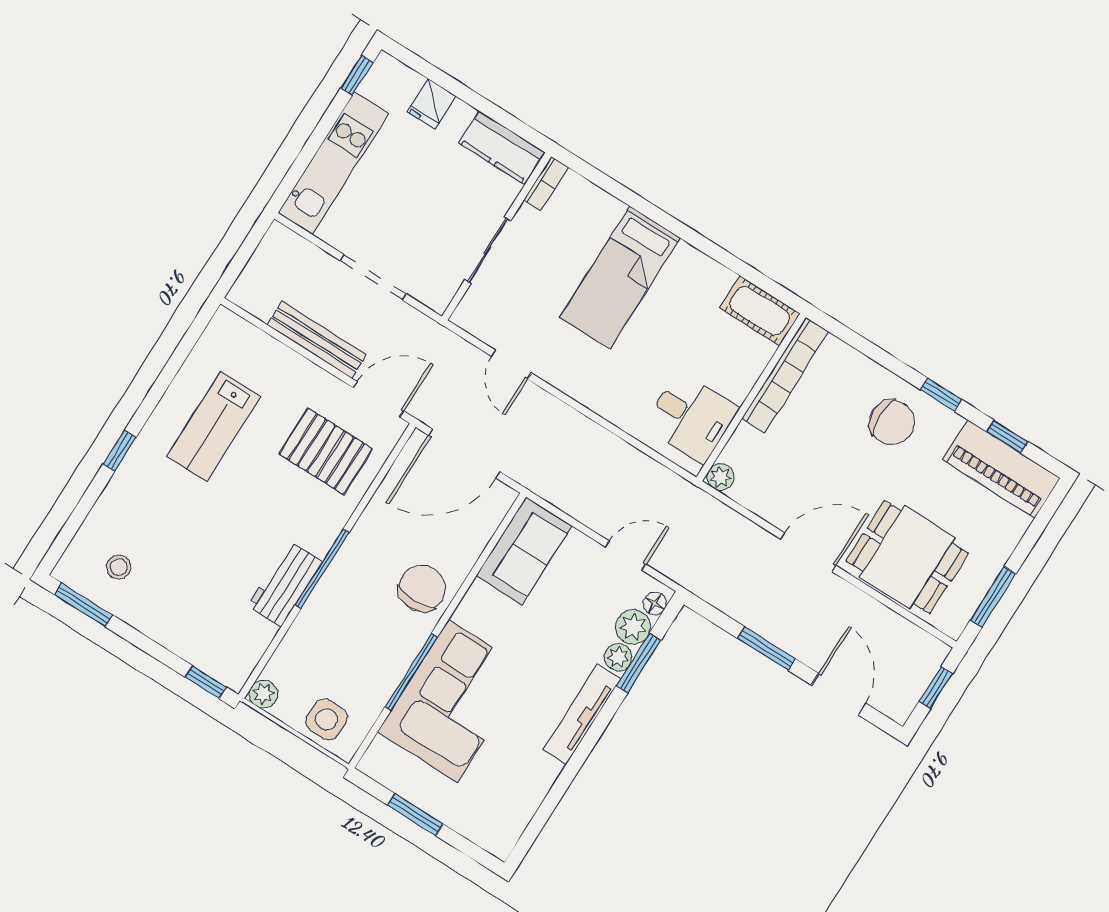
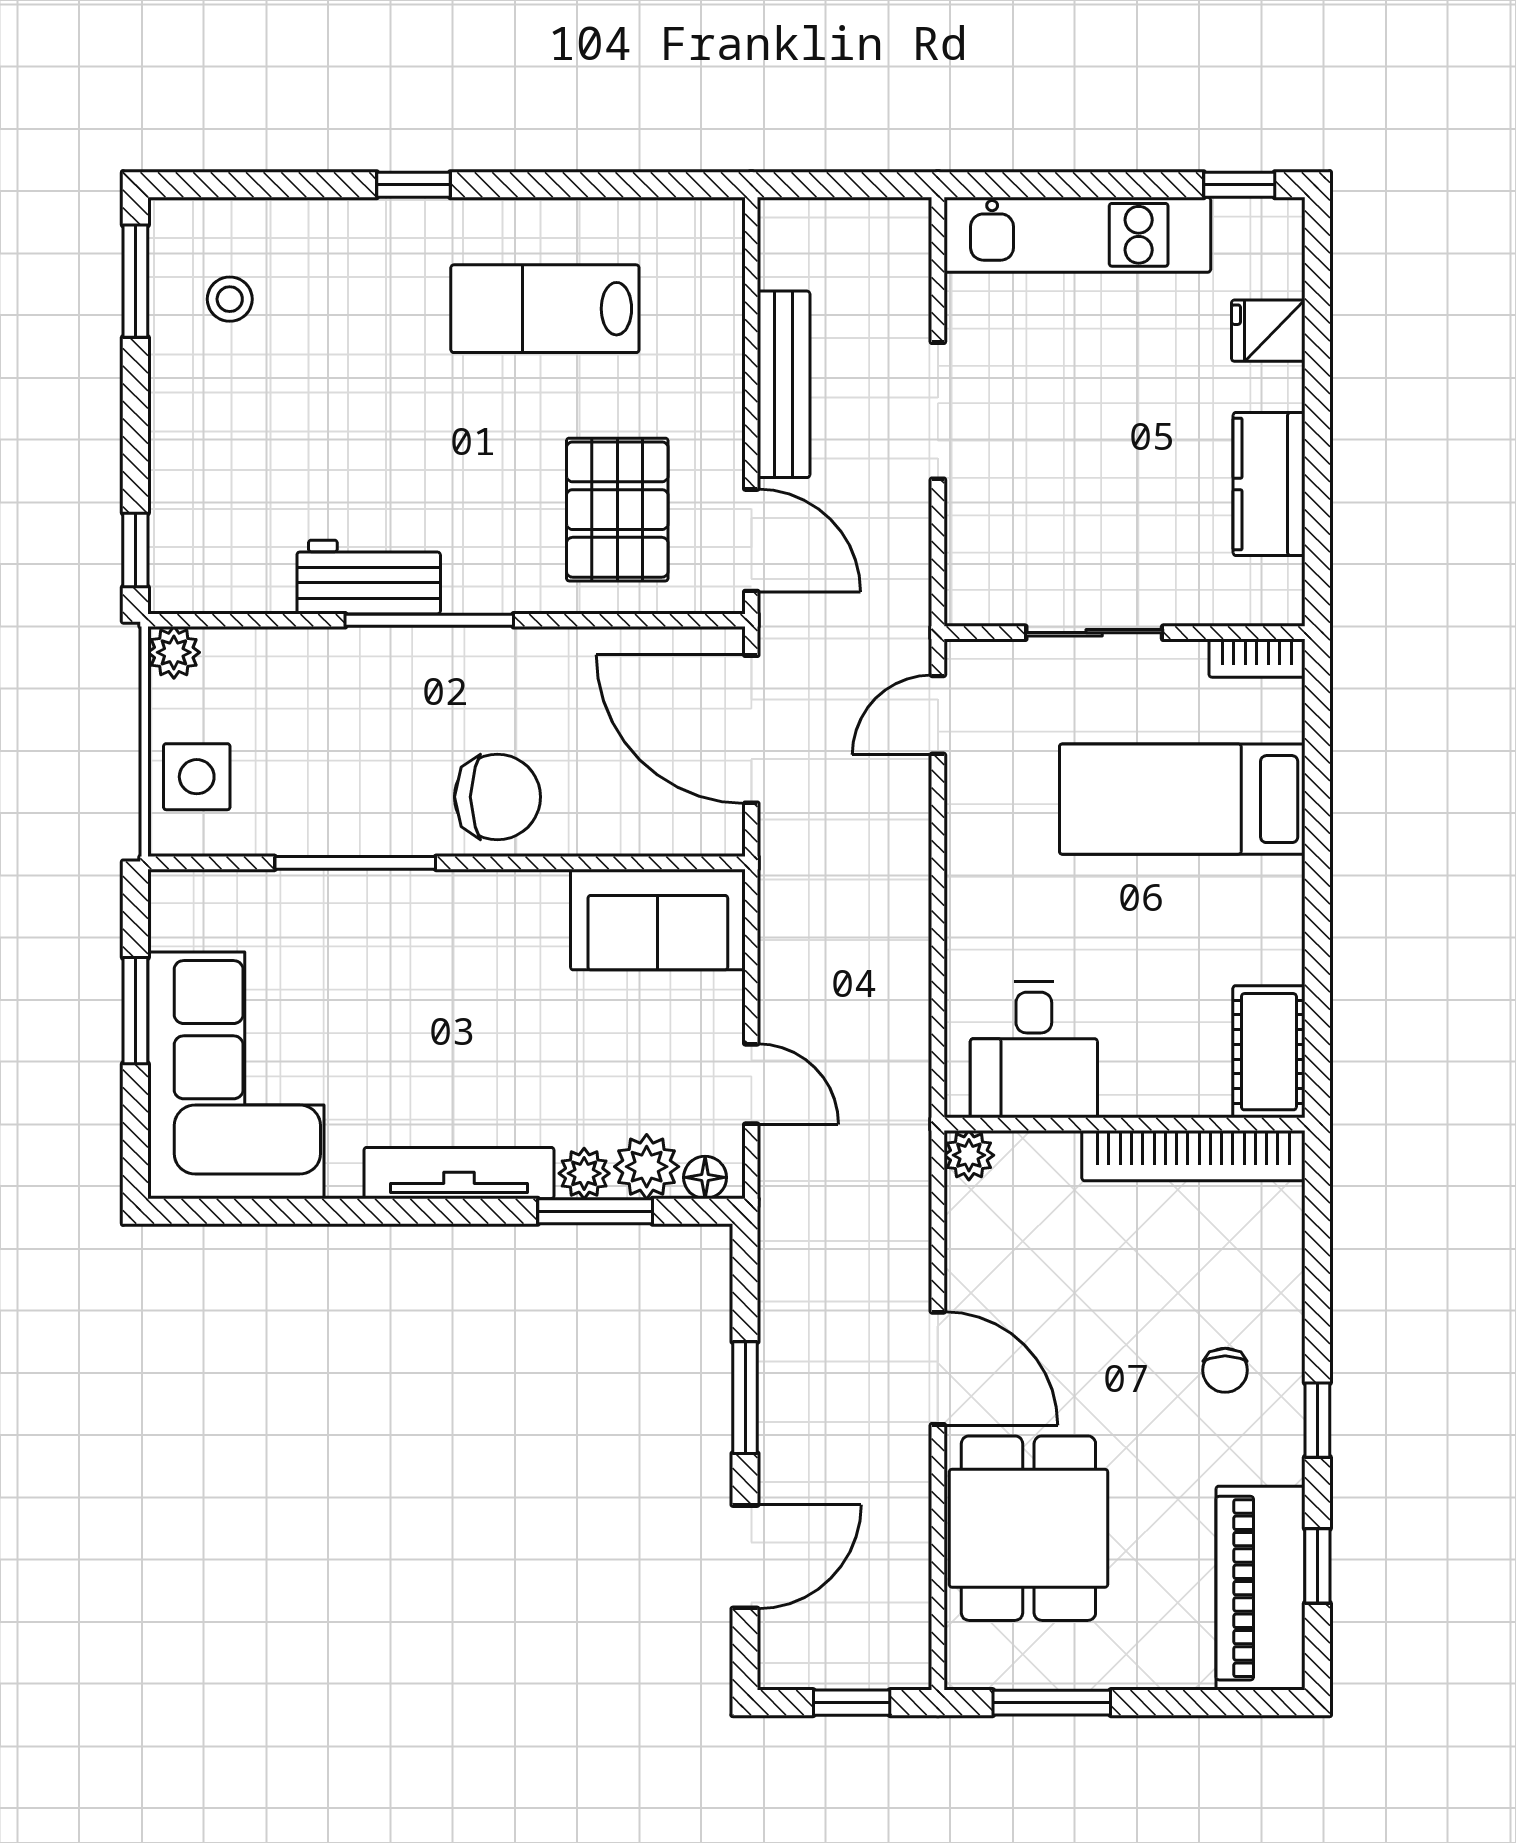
bookcase: (546, 183) -> (1257, 658), moved
wall: (497, 236) -> (1124, 633), moved
sliding door: (488, 250) -> (1094, 633), moved
chair: (892, 422) -> (1225, 1370), width x0.54, depth x0.54
corner sofa: (453, 701) -> (236, 1075), moved, turned -90

